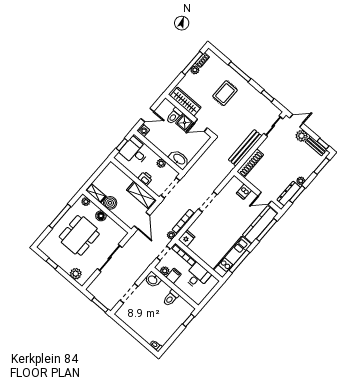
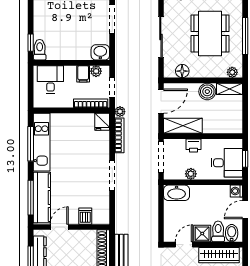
bidet: (167, 108) -> (232, 233), added
floor lamp: (101, 216) -> (182, 71), moved
door: (142, 221) -> (161, 101), swing flipped
desk: (197, 276) -> (50, 79), moved, turned 180
toilet: (171, 298) -> (40, 50), moved

